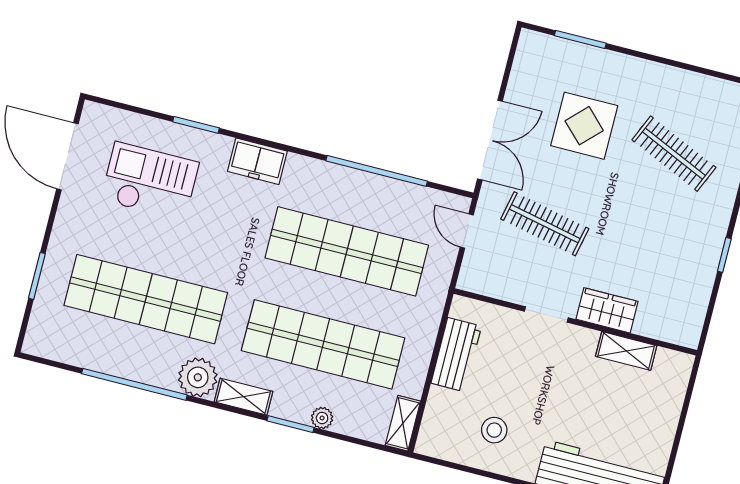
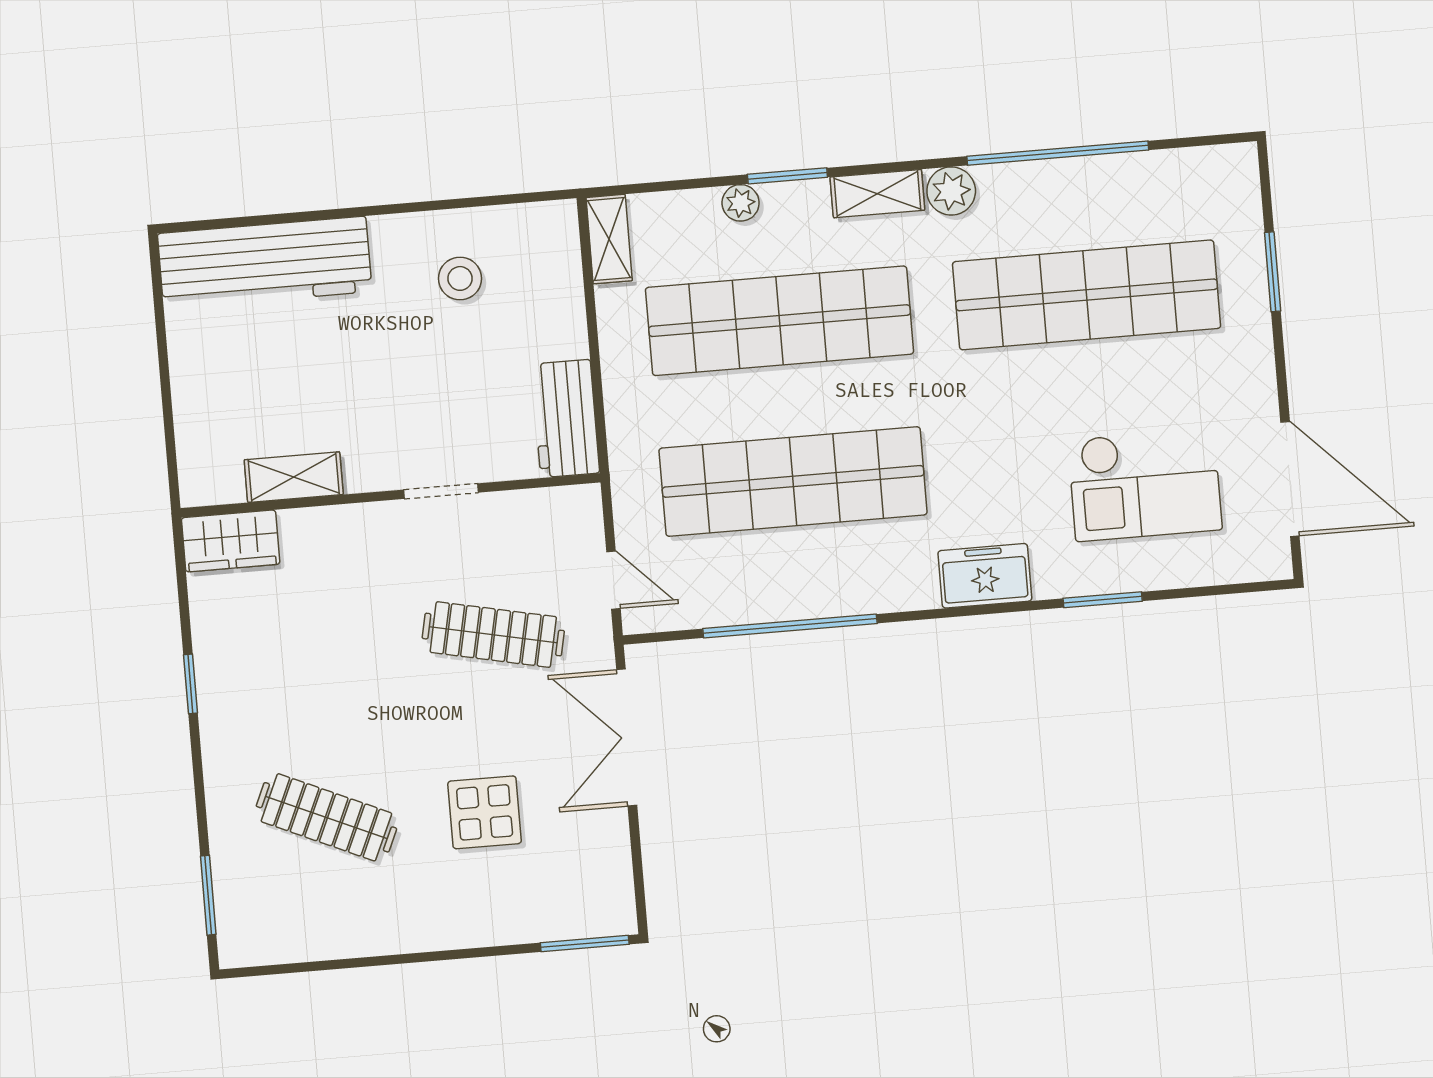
window: (580, 39) -> (585, 944), moved
display table: (584, 126) -> (485, 812), width x0.73, depth x0.73
wardrobe: (607, 310) -> (231, 541), moved
workbench: (456, 355) -> (566, 418), moved
plant: (198, 377) -> (951, 191), width x0.73, depth x0.73

